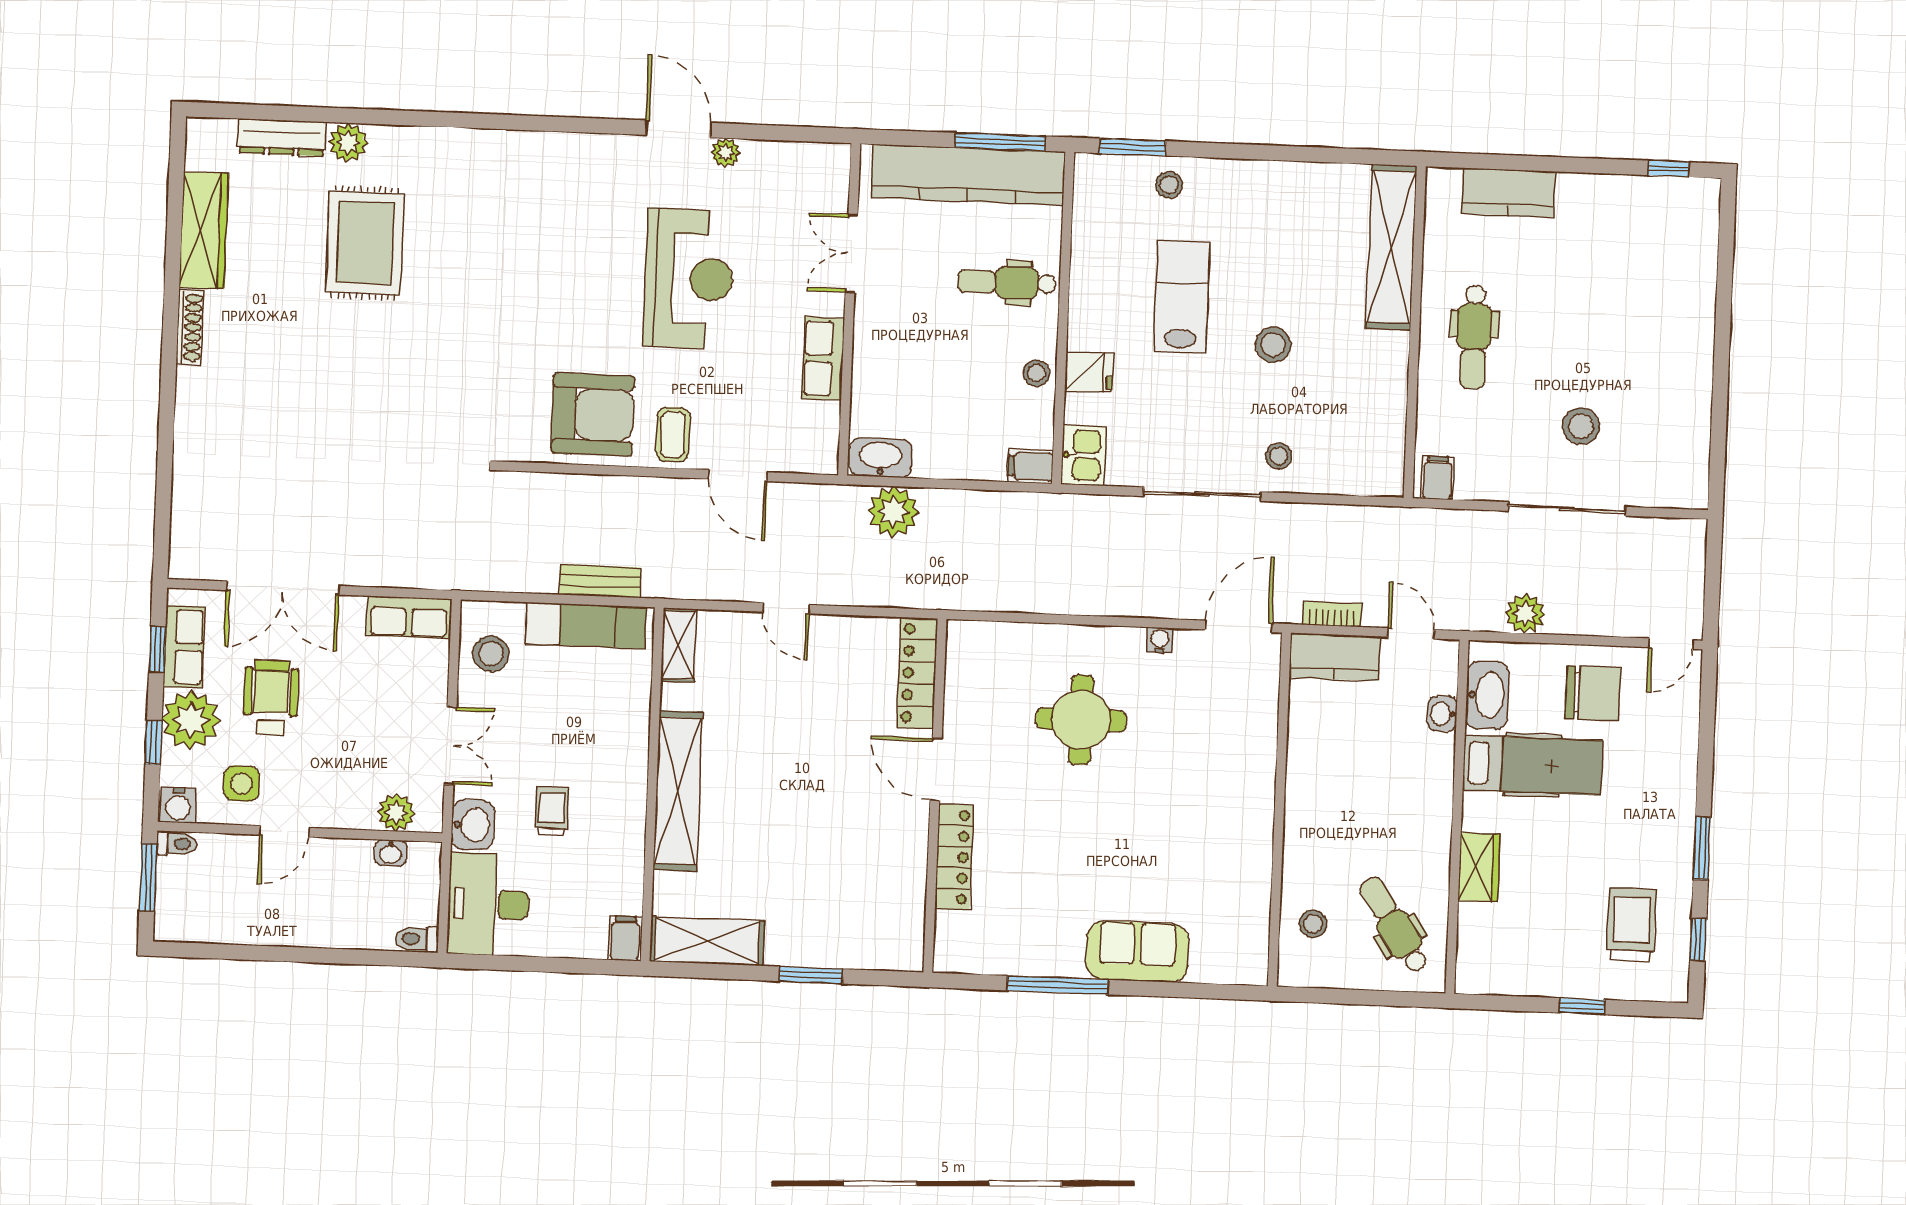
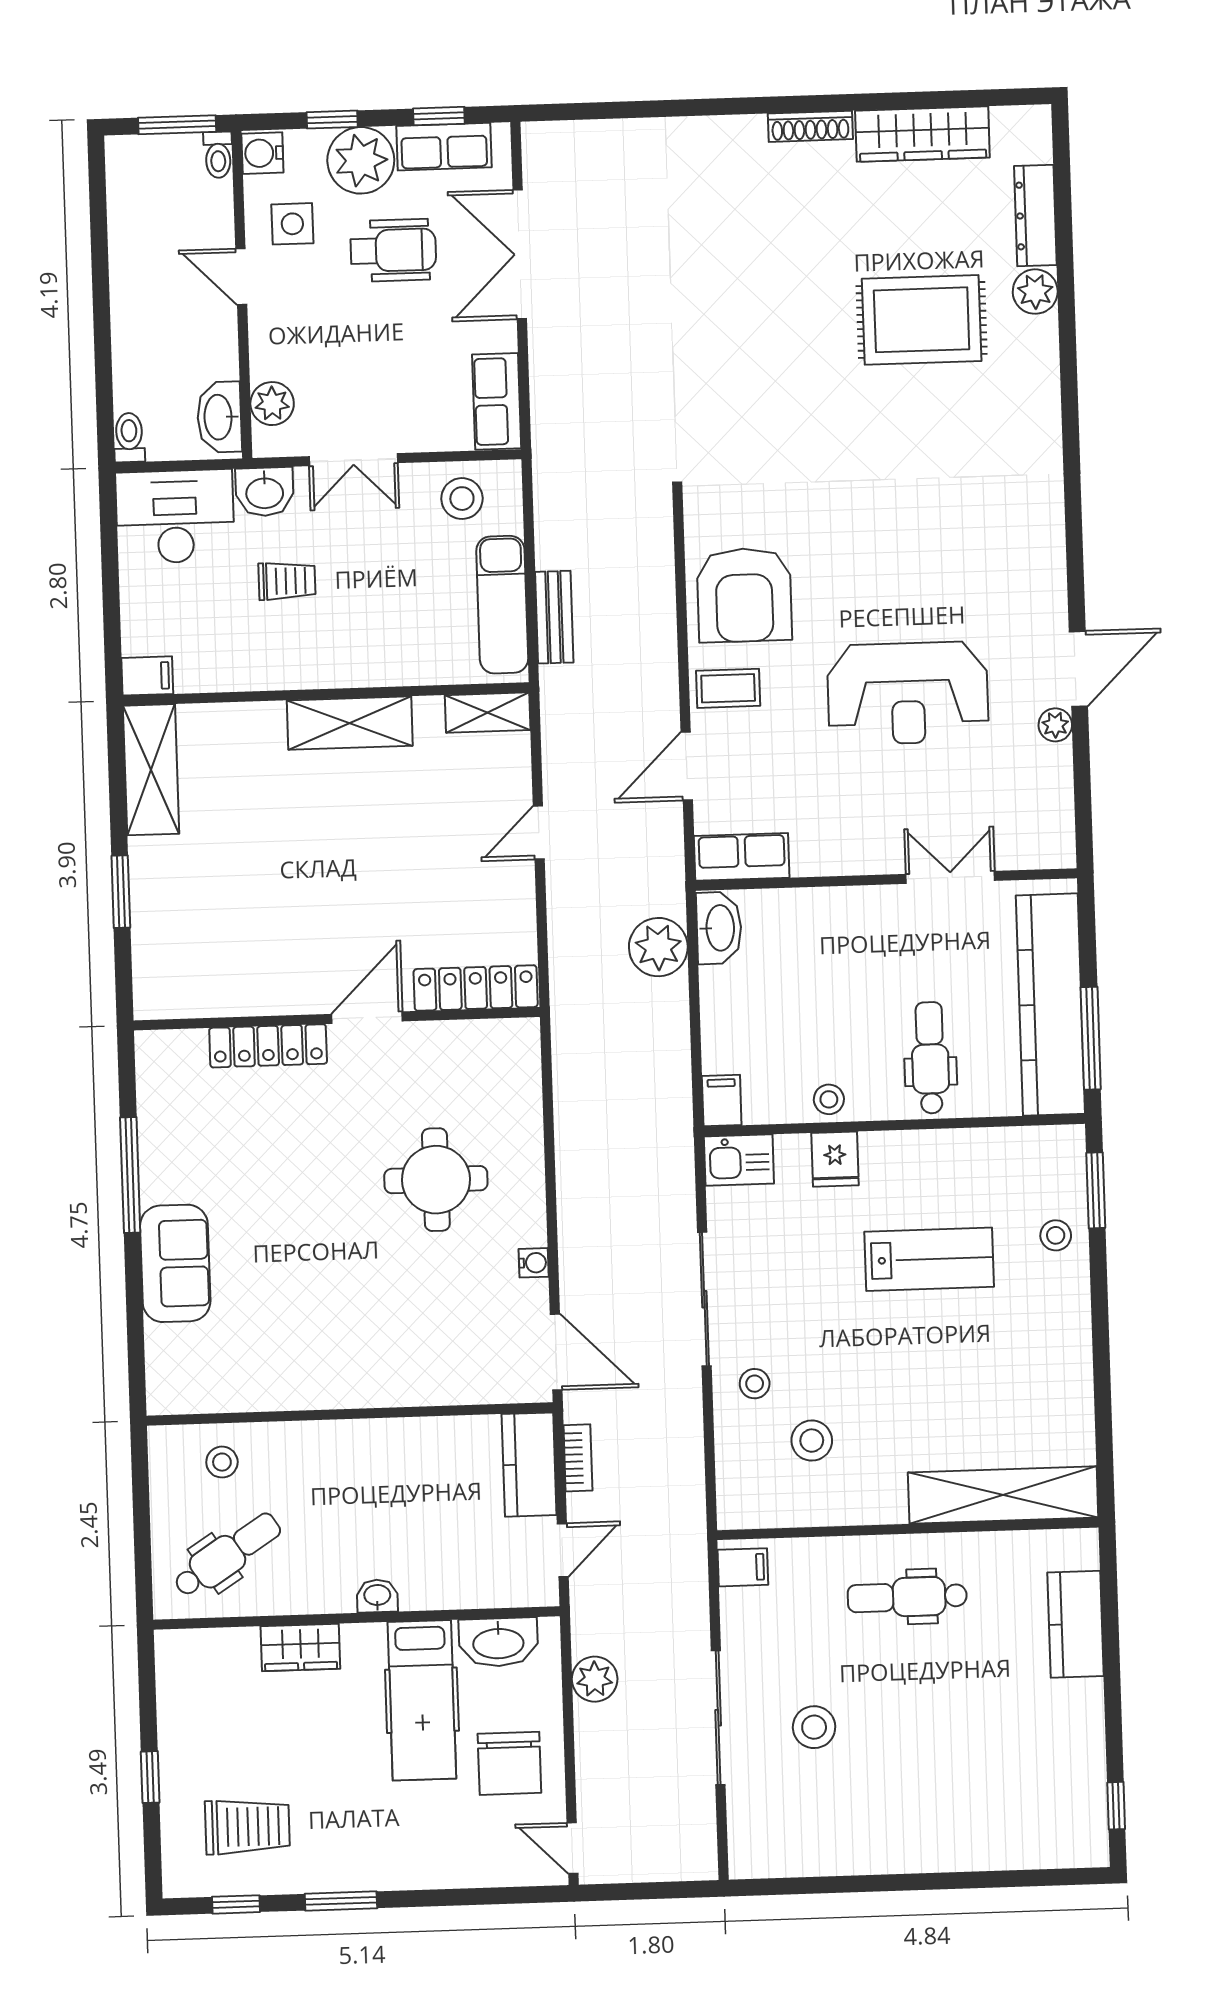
stool: (1273, 345) -> (812, 1441), moved
row of seats: (823, 358) -> (742, 857), moved
washbasin: (1443, 714) -> (377, 1596), moved
shelving: (678, 791) -> (350, 723), width x0.68
washbasin: (390, 853) -> (219, 417), width x1.91, depth x1.45

